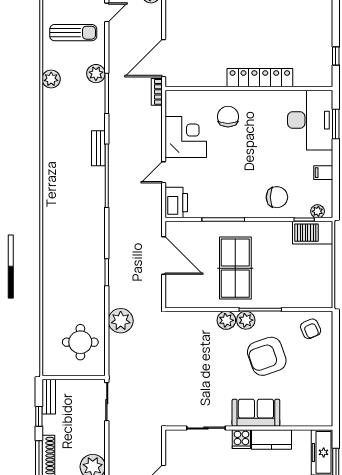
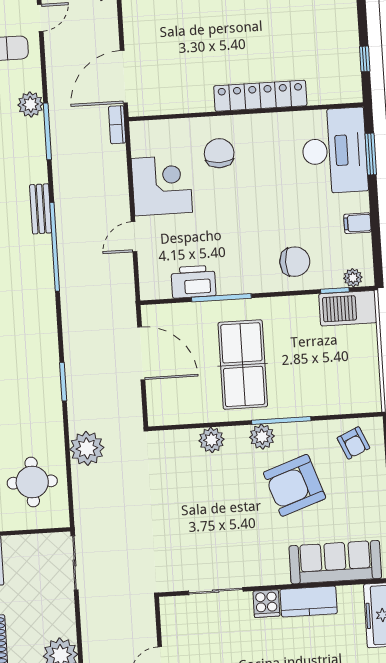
printer: (176, 203) -> (193, 282), moved, turned -90
plant: (226, 320) -> (211, 440), moved
sofa: (256, 413) -> (335, 562), moved, width x1.36

